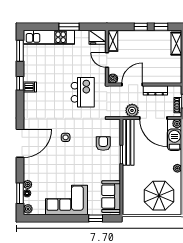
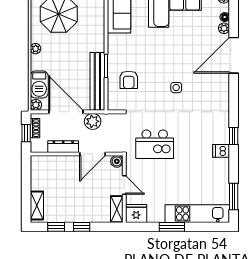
window: (20, 83) -> (234, 136), moved
kitchen island: (83, 92) -> (155, 144), turned -90
door: (20, 143) -> (234, 55), moved
window: (20, 193) -> (234, 17), removed

